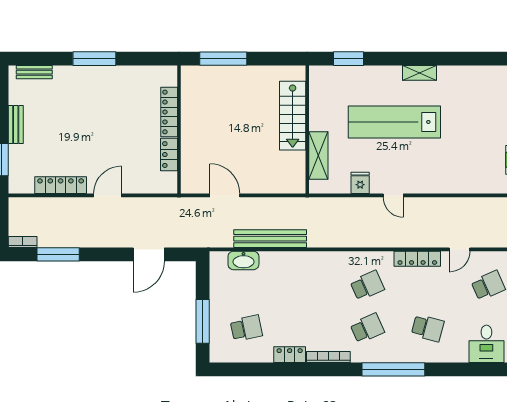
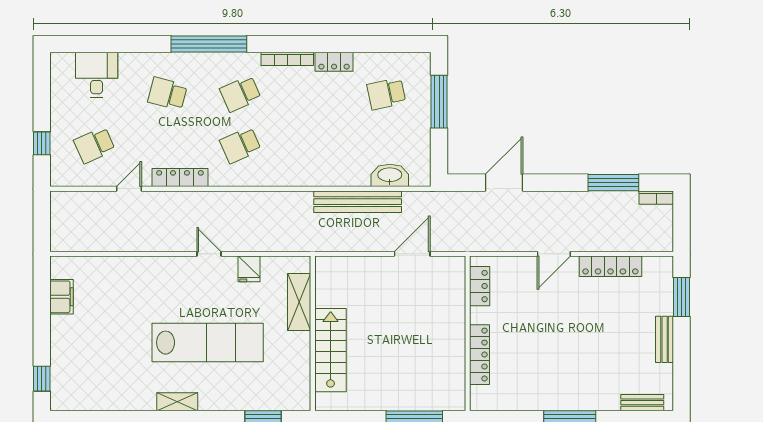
locker: (169, 155) -> (480, 286), moved
door: (225, 195) -> (412, 254), swing flipped

